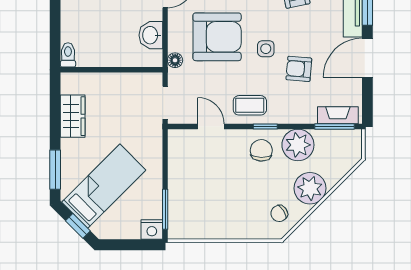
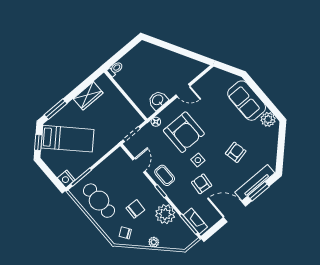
chair: (261, 150) -> (135, 209), moved
plant: (310, 188) -> (154, 242), width x0.53, depth x0.53
cafe table: (212, 212) -> (99, 201), added

